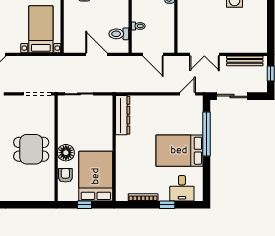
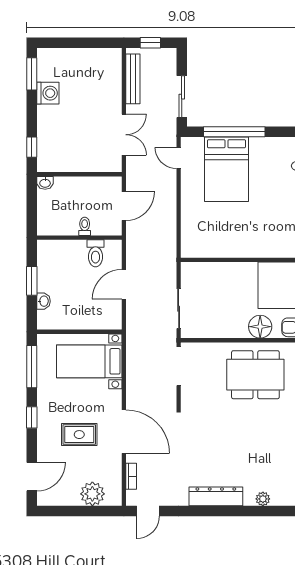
dresser: (123, 115) -> (208, 248), removed
dining table: (31, 149) -> (255, 375), width x1.38
bed: (179, 151) -> (226, 169), moved

